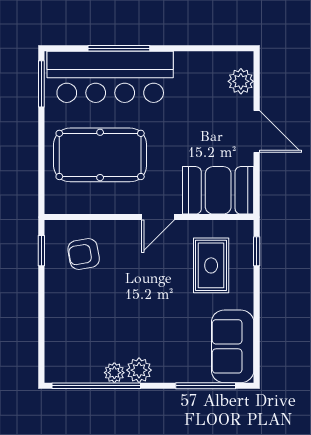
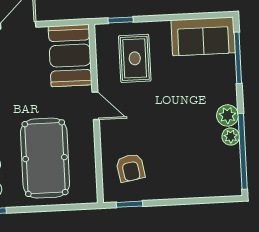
rug: (211, 265) -> (135, 58), turned 90

